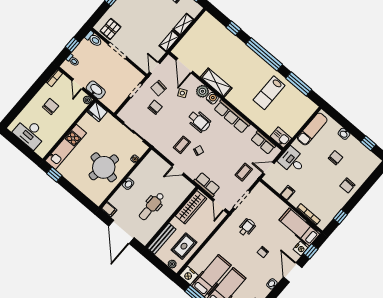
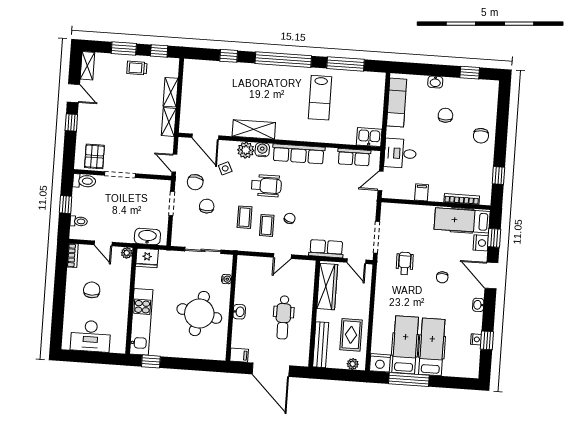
washbasin: (96, 90) -> (147, 237), moved
coffee table: (244, 172) -> (245, 217), moved

